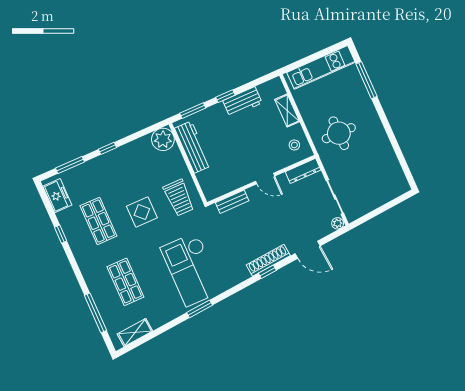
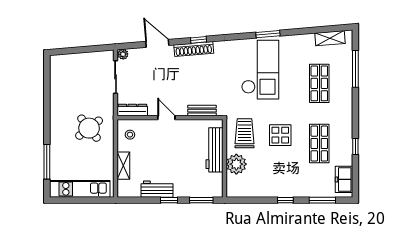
round table: (339, 133) -> (89, 128), turned -38
plant: (163, 139) -> (236, 164), moved
workbench: (193, 147) -> (215, 150), moved

